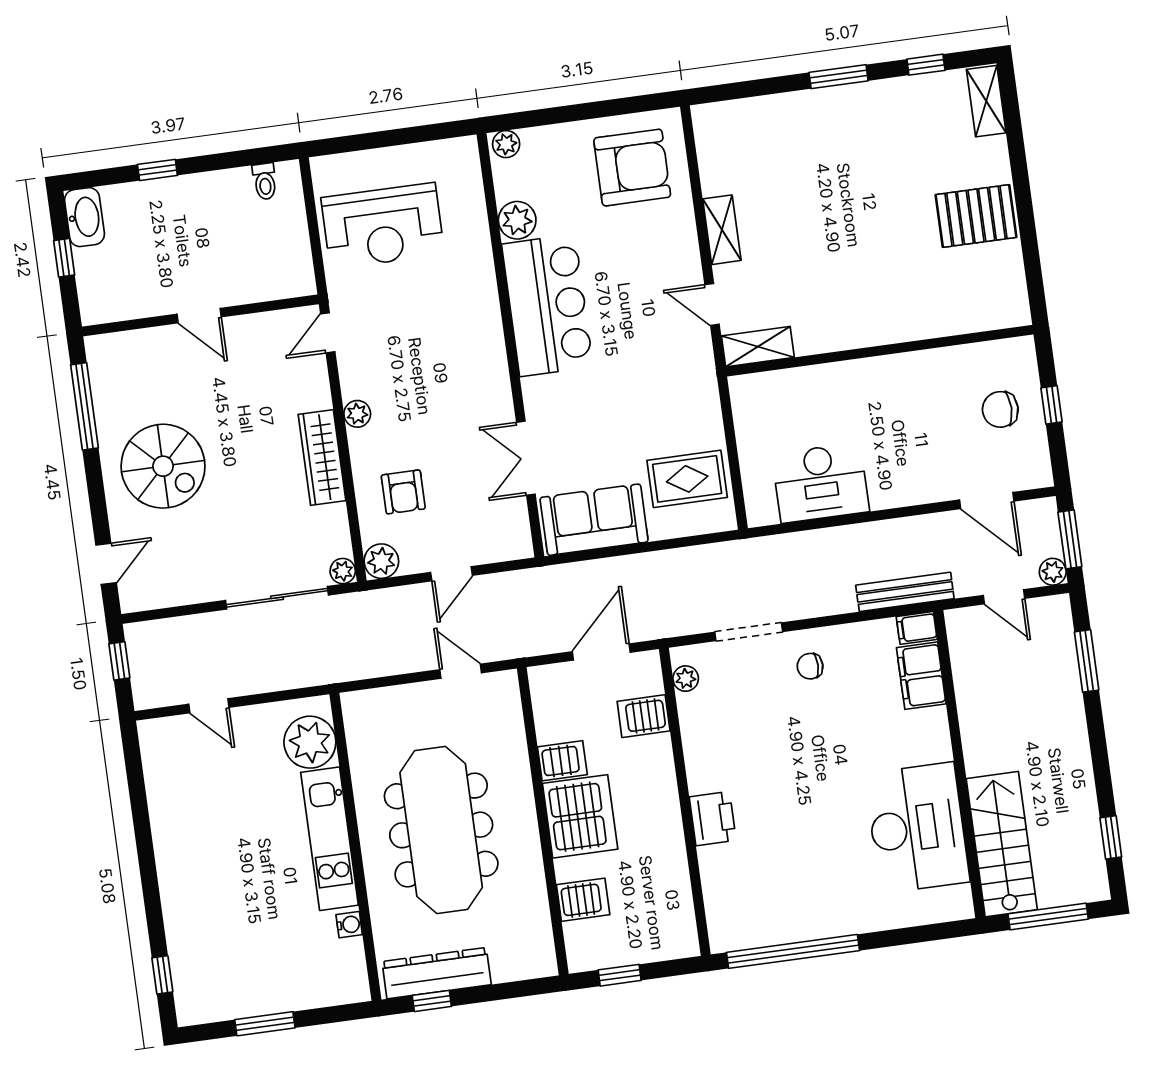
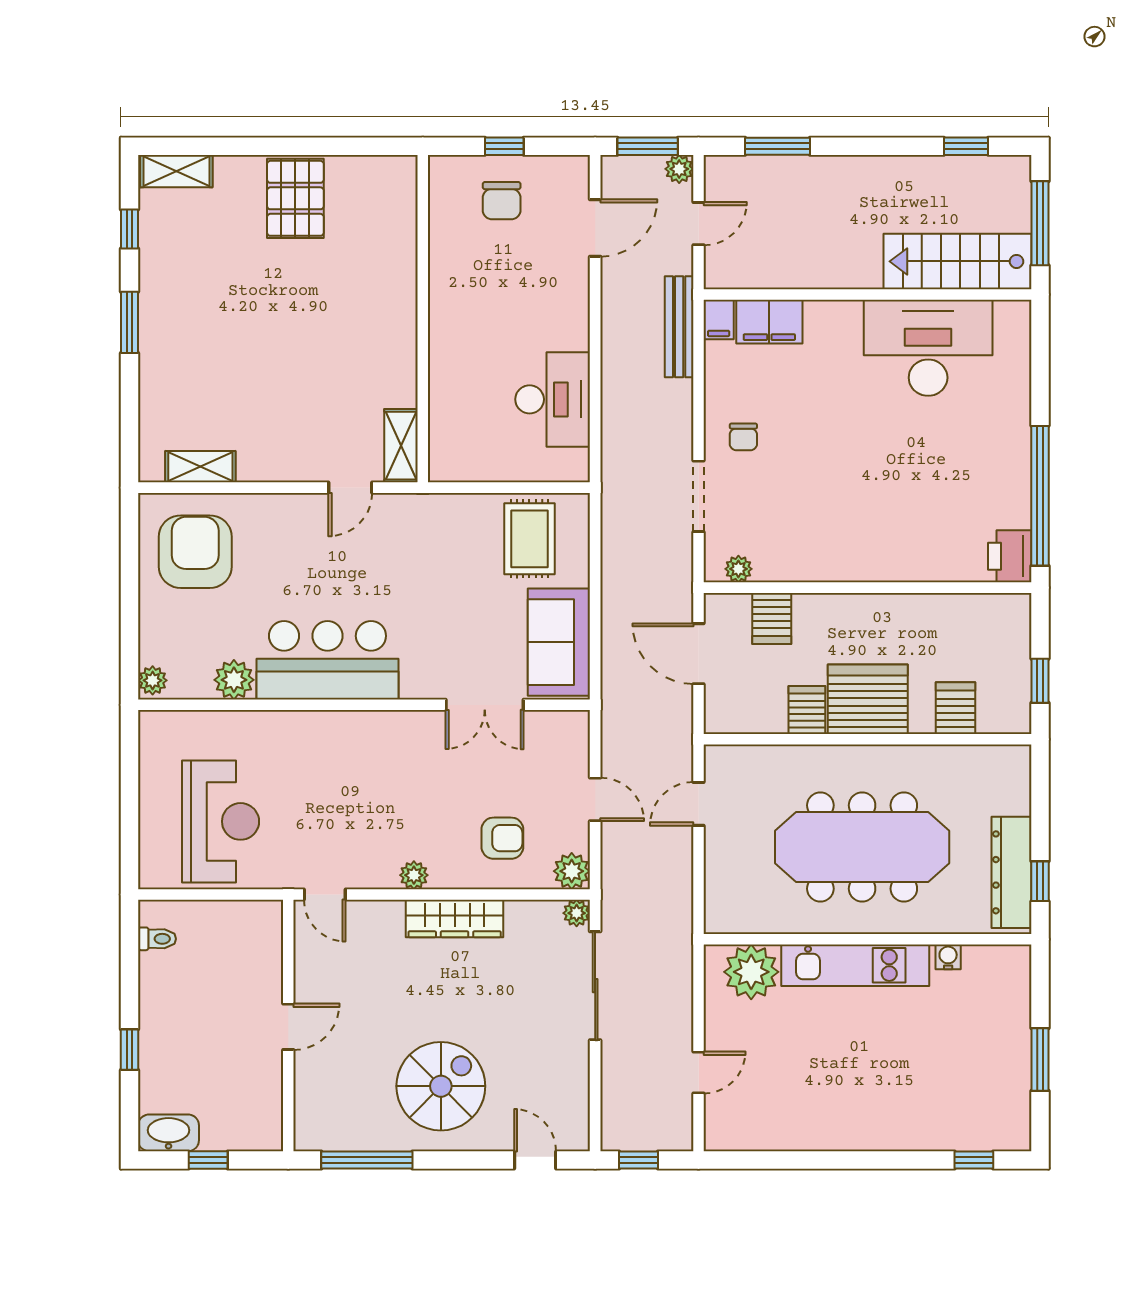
shelving: (722, 230) -> (200, 467), moved
printer: (713, 818) -> (1010, 556), moved, turned -90

